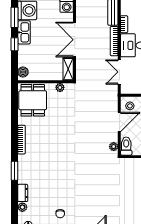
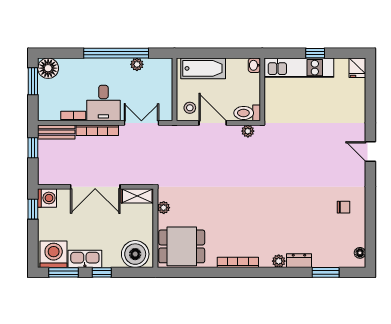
boiler: (23, 72) -> (135, 254), width x1.86, depth x1.86
double door: (119, 72) -> (141, 123), swing flipped
window: (14, 171) -> (326, 272), moved
dresser: (23, 193) -> (299, 261), moved
plant: (22, 207) -> (279, 261), moved

